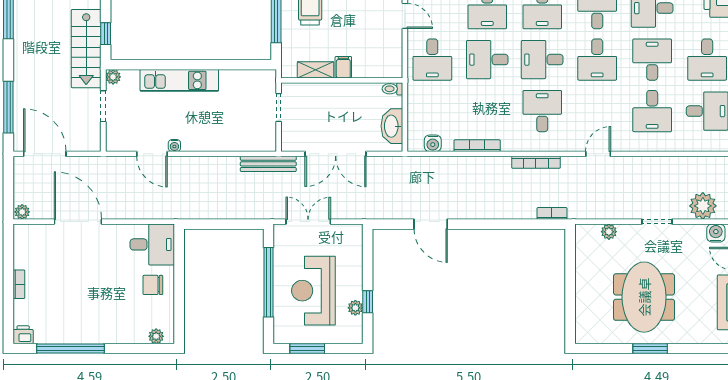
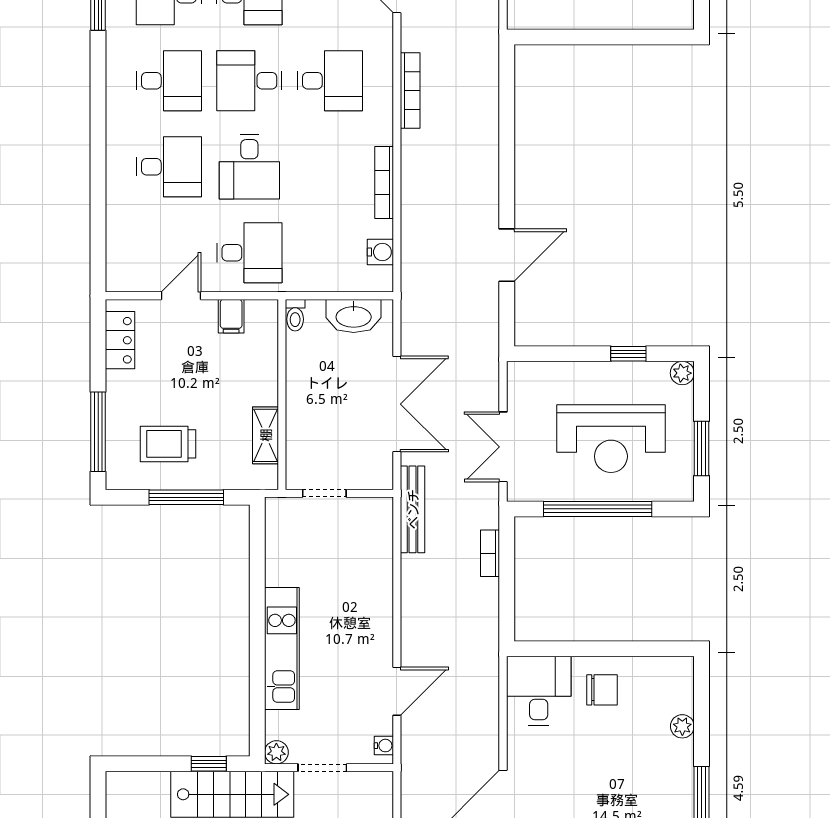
desk: (542, 60) -> (249, 81), turned 90
filing cabinet: (343, 67) -> (231, 316), moved, turned -90
desk: (542, 111) -> (330, 81), turned 180
water cooler: (174, 146) -> (384, 746), moved
bookcase: (552, 213) -> (490, 553), moved
chair: (153, 285) -> (602, 690), turned -90
plant: (355, 308) -> (682, 373), moved
plant: (156, 336) -> (682, 726), moved

